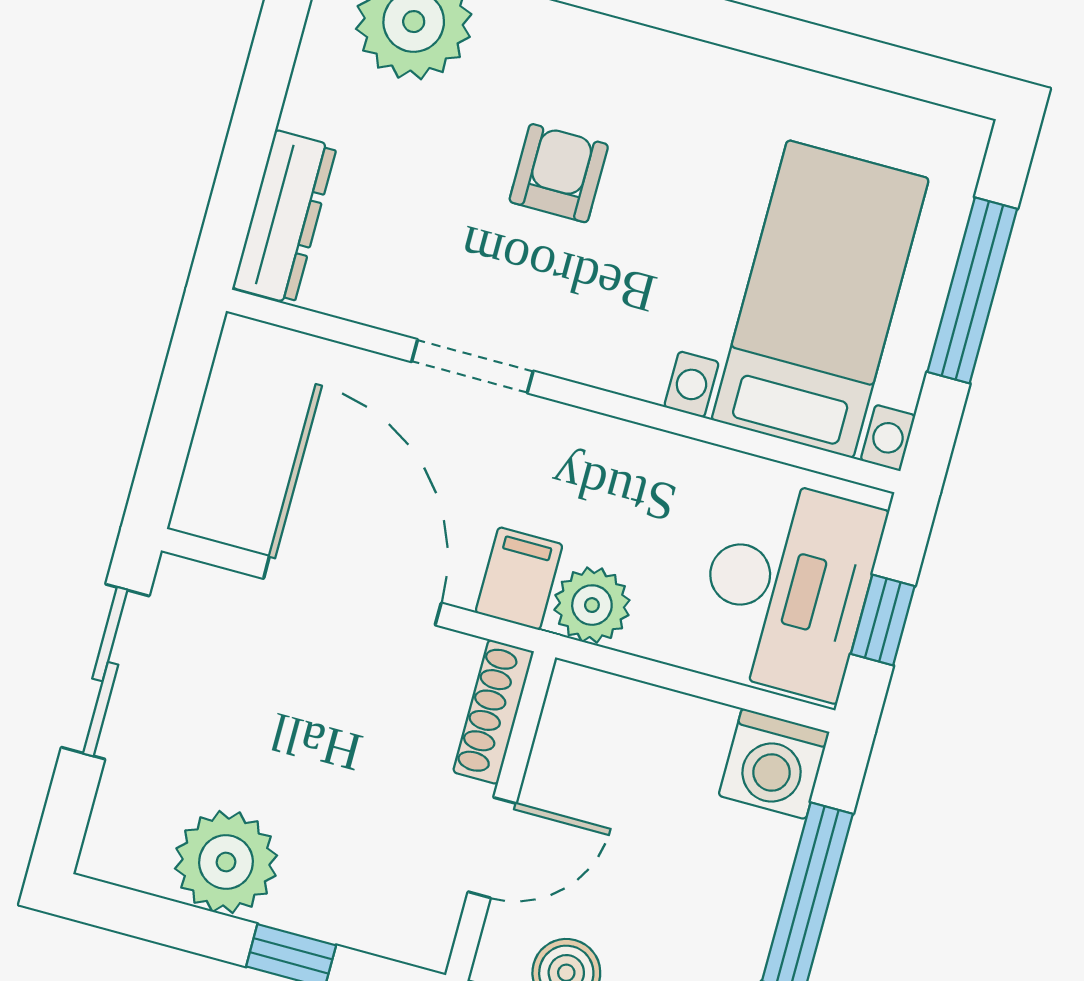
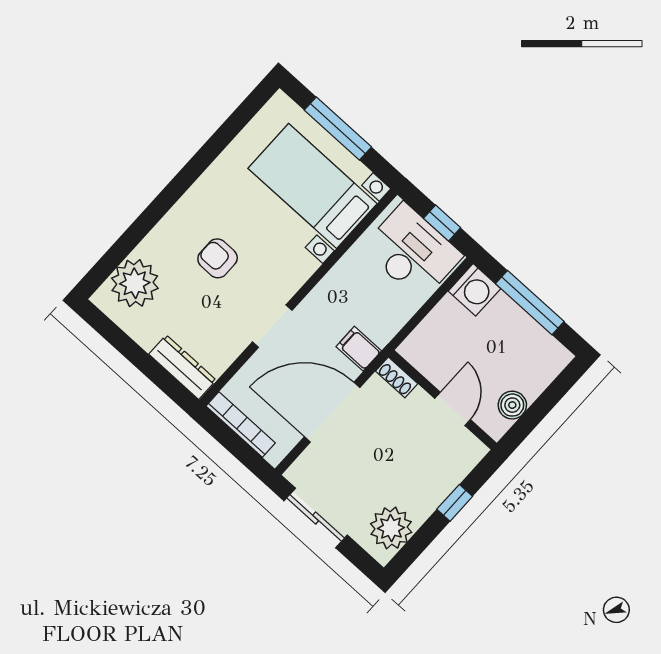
bookcase: (225, 406) -> (241, 425), added
plant: (592, 605) -> (382, 327), removed
shoe rack: (493, 712) -> (397, 377), width x0.70
plant: (226, 862) -> (391, 528), moved

